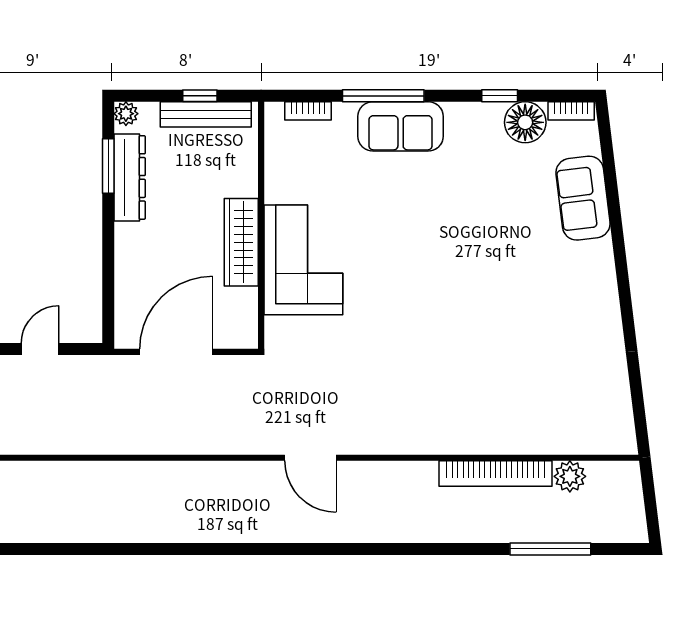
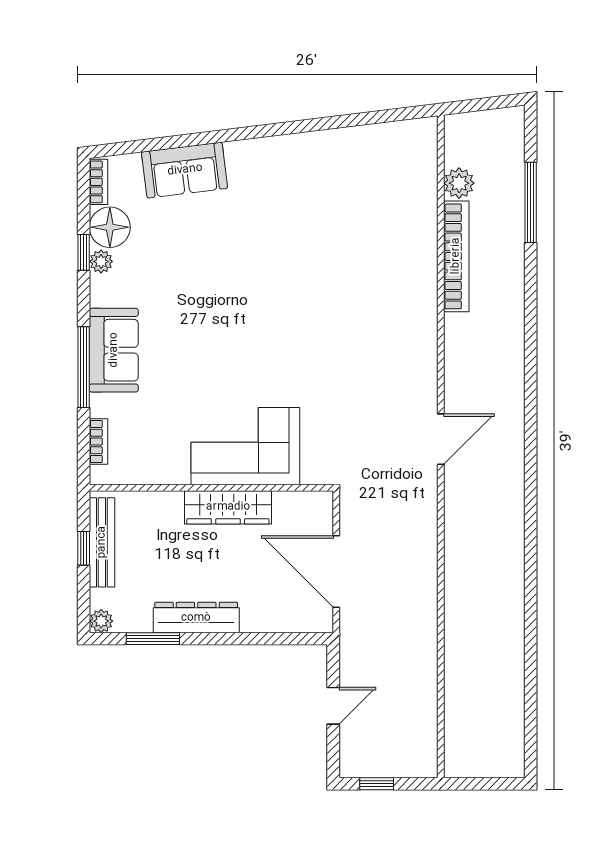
plant: (490, 113) -> (101, 261), added
dresser: (130, 177) -> (196, 618), moved
door: (40, 349) -> (333, 706), swing flipped

